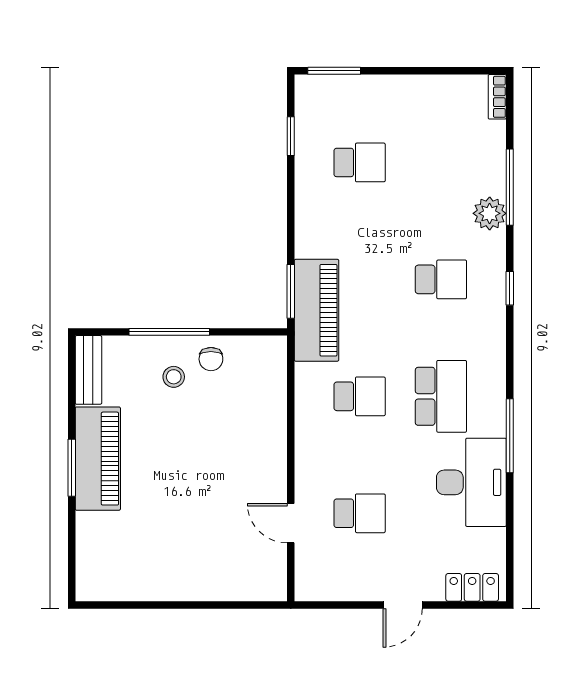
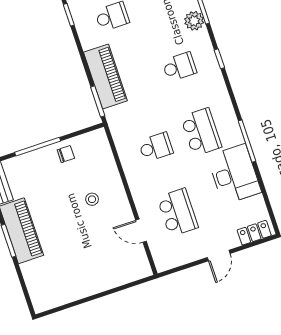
piano: (317, 310) -> (105, 77), moved
chair: (211, 359) -> (66, 154), turned -90
stool: (174, 377) -> (92, 199), moved
school desk: (360, 513) -> (178, 212), width x1.85

